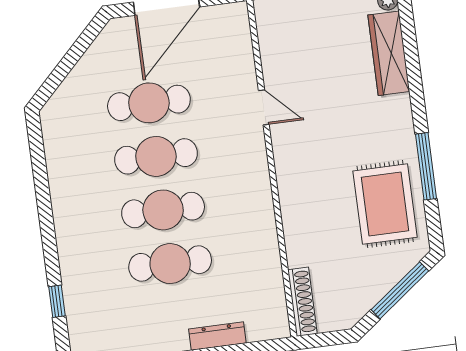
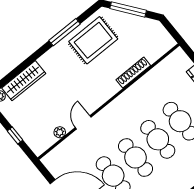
plant: (271, 60) -> (60, 132), added
shoe rack: (302, 302) -> (133, 73), moved

